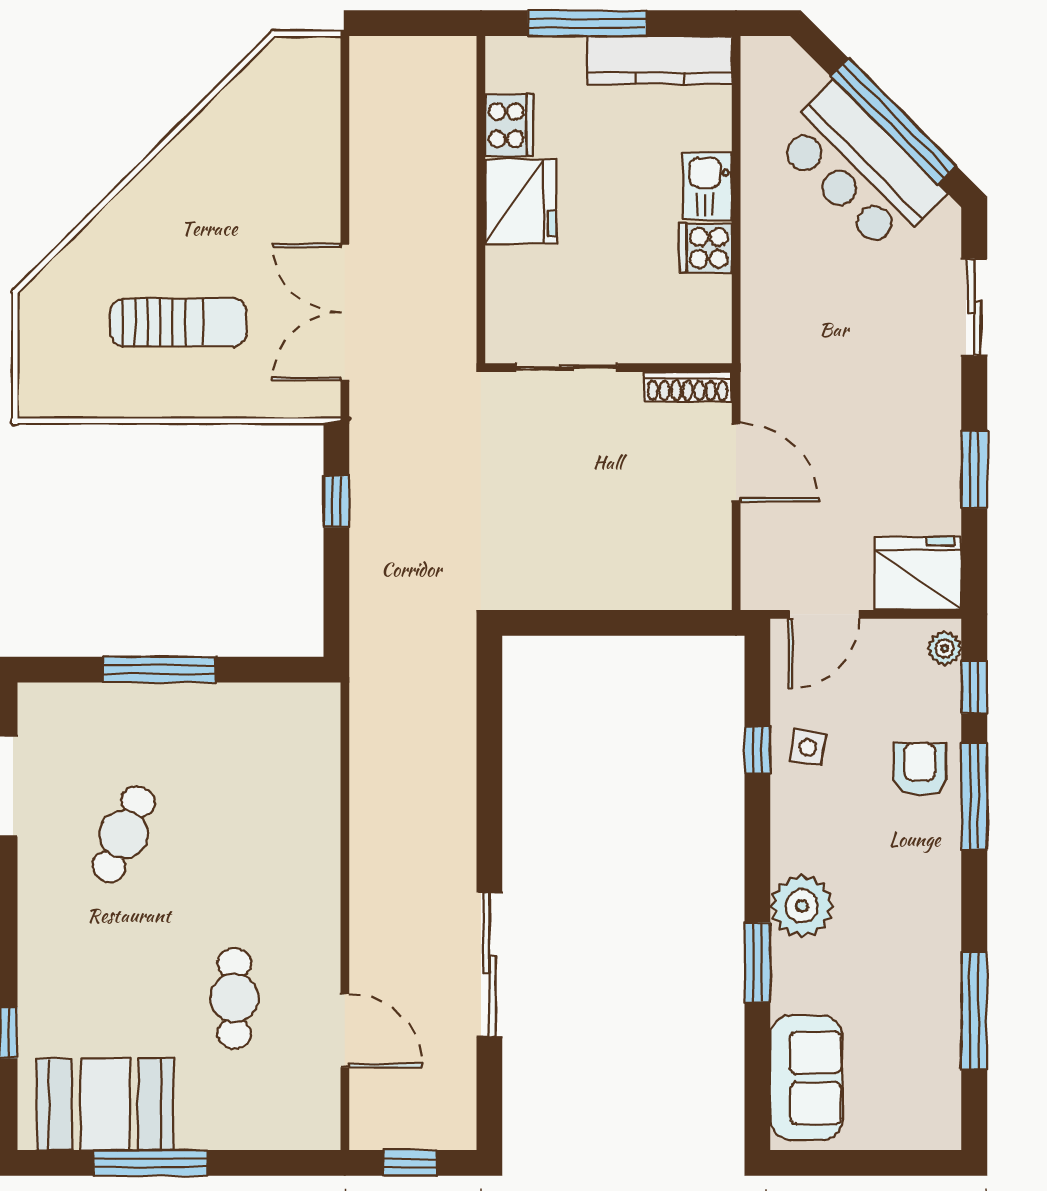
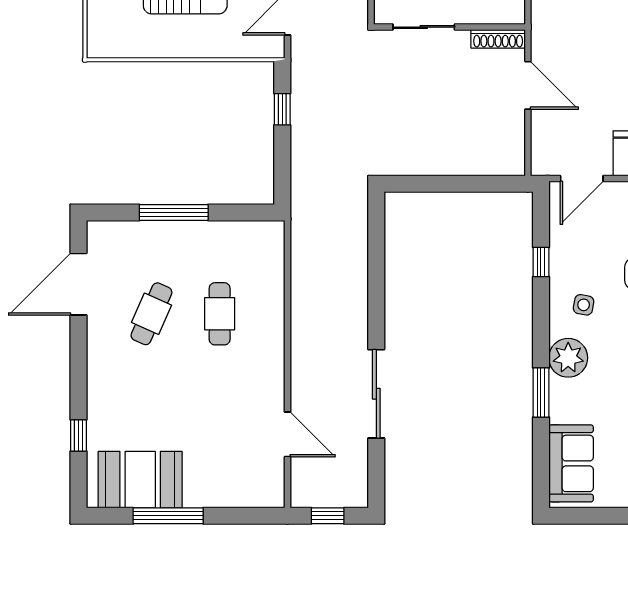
side table: (808, 747) -> (584, 305), moved
cafe table: (234, 998) -> (220, 314), moved

